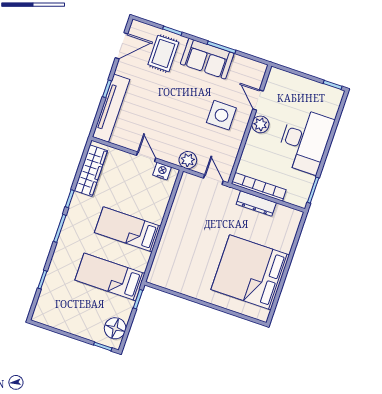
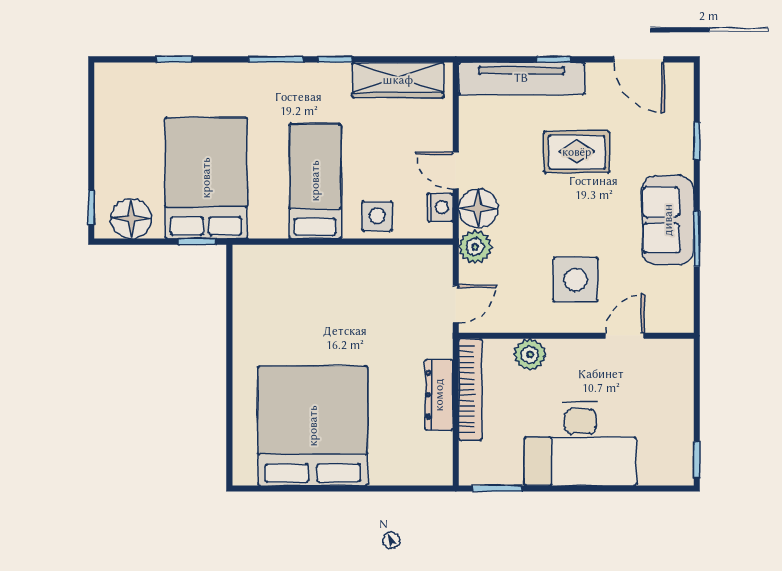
rug: (163, 53) -> (577, 152), moved
plant: (260, 124) -> (530, 355), moved
floor lamp: (169, 152) -> (478, 209), added
door: (146, 157) -> (456, 170), swing flipped
side table: (156, 204) -> (377, 216), added
bed: (110, 277) -> (206, 178), width x1.50

